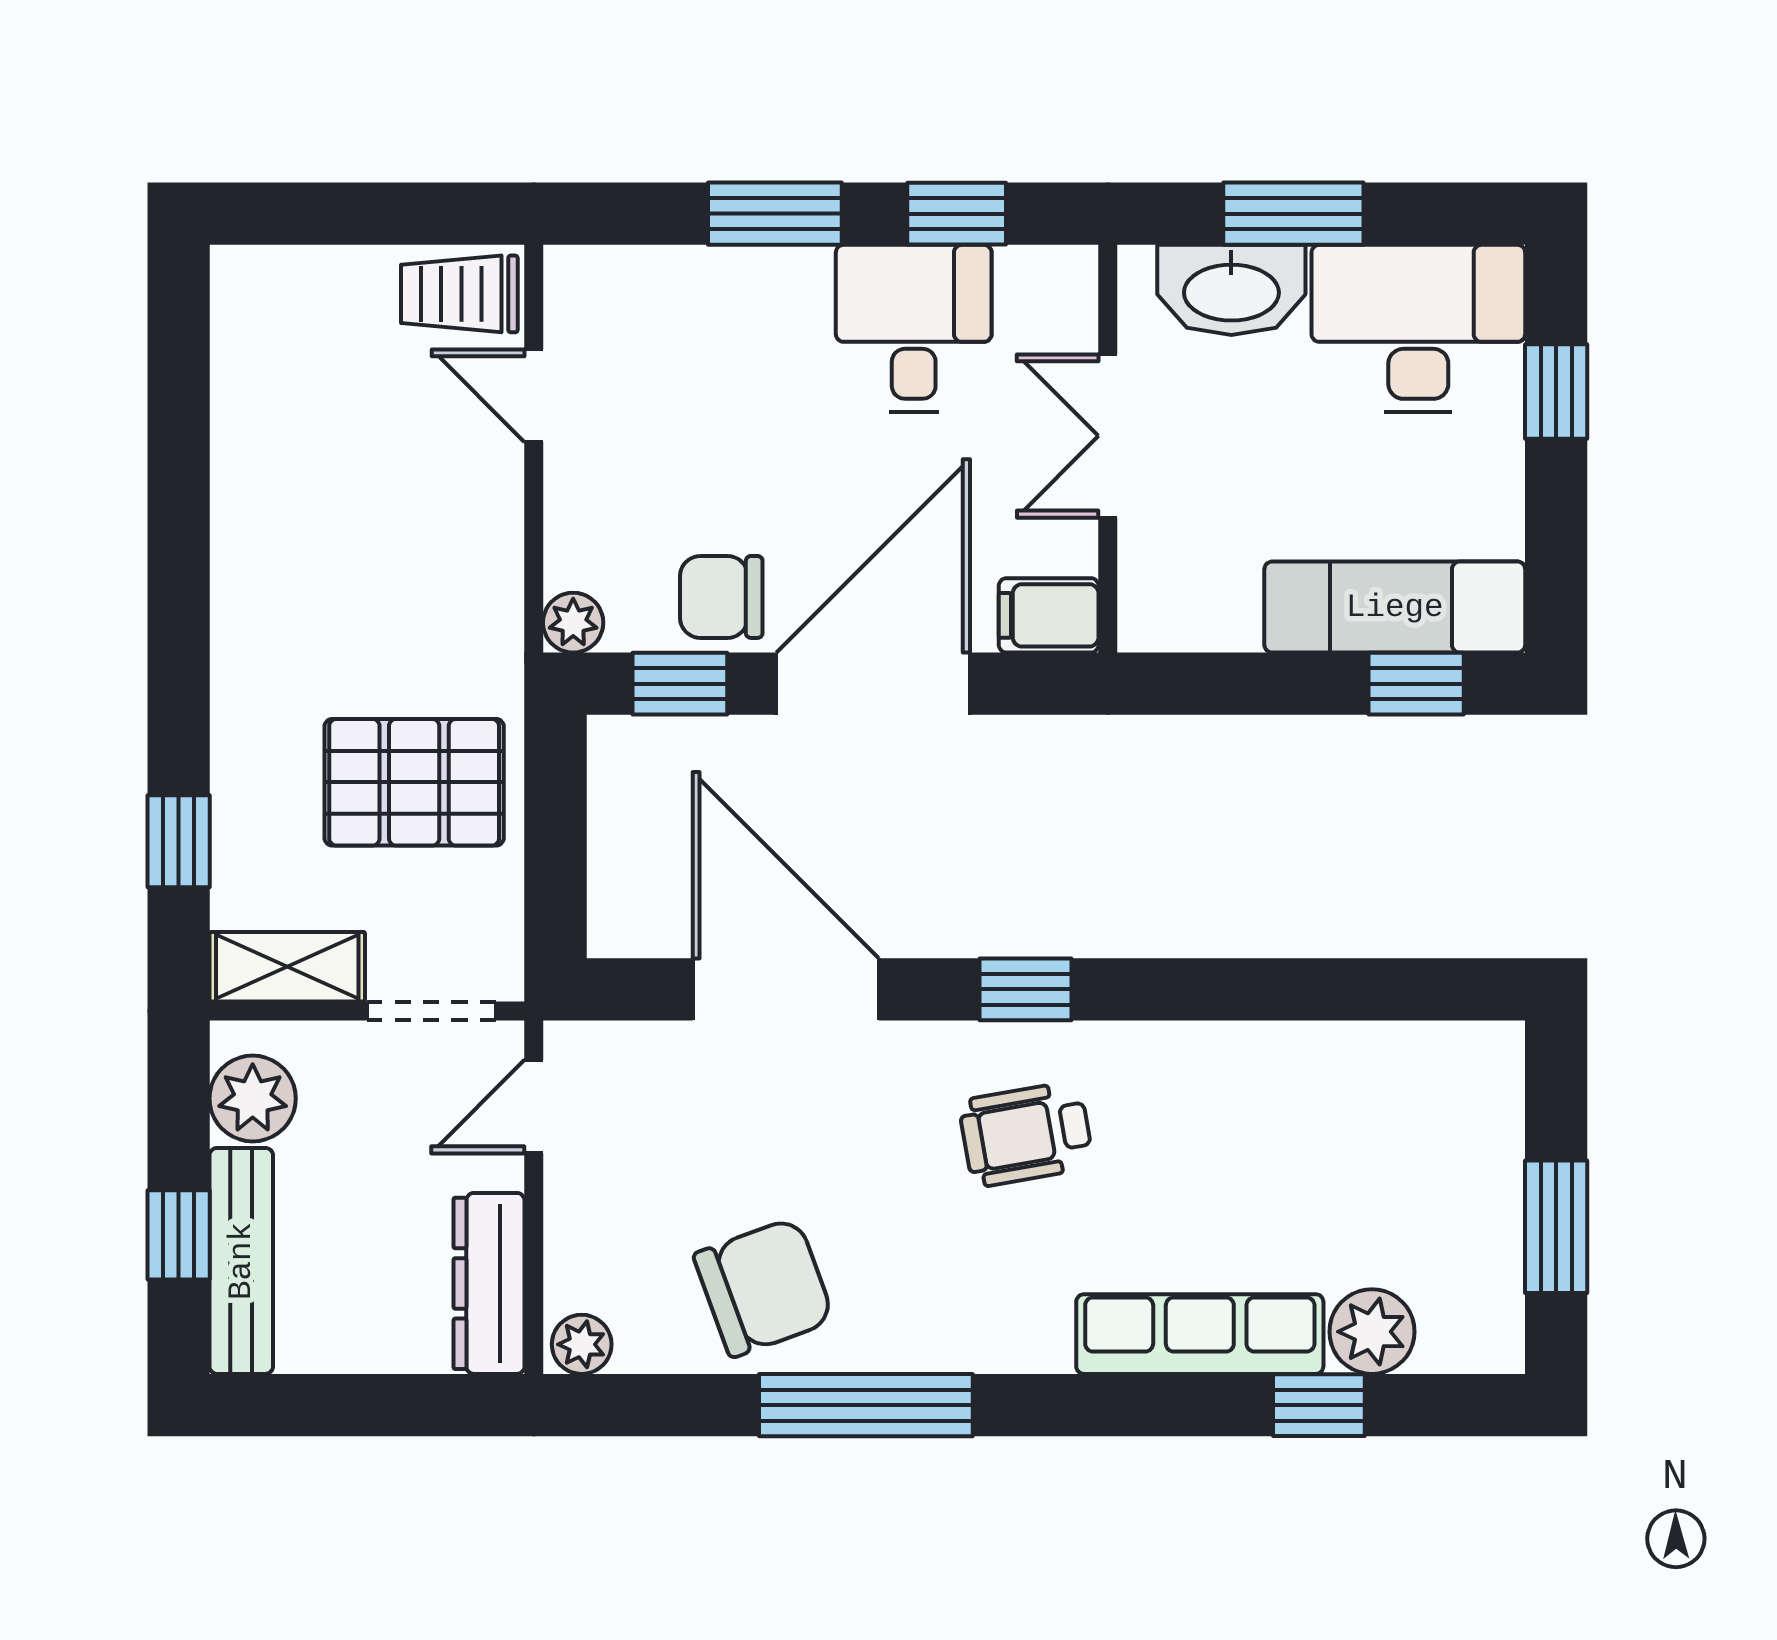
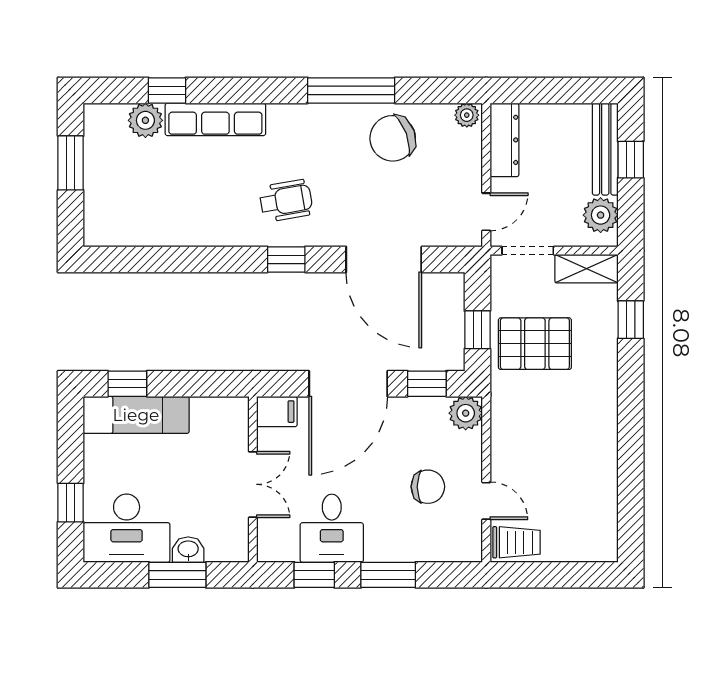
washbasin: (1231, 290) -> (188, 550), width x0.52, depth x0.69
chair: (721, 597) -> (428, 487), moved
plant: (573, 623) -> (466, 413), width x1.38, depth x1.38
window: (555, 816) -> (477, 330), added

